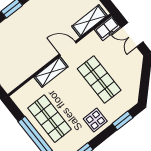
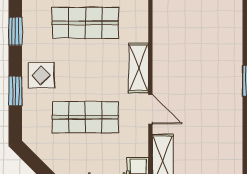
door: (68, 48) -> (150, 109), hinge flipped
window: (123, 121) -> (15, 91), moved

